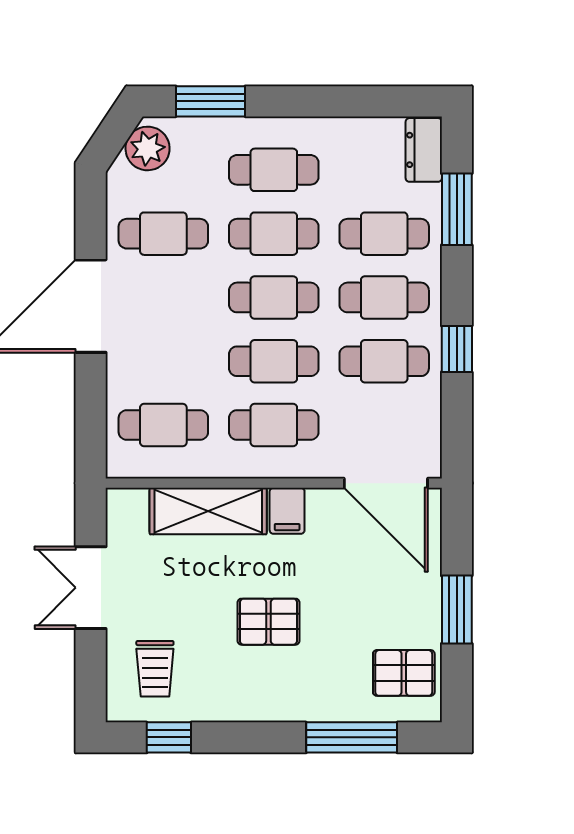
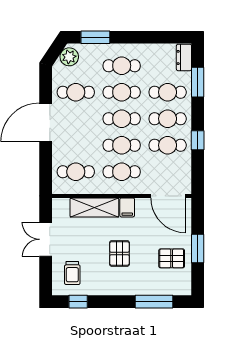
pallet: (268, 622) -> (119, 253), turned 90
pallet: (404, 673) -> (172, 258), moved

